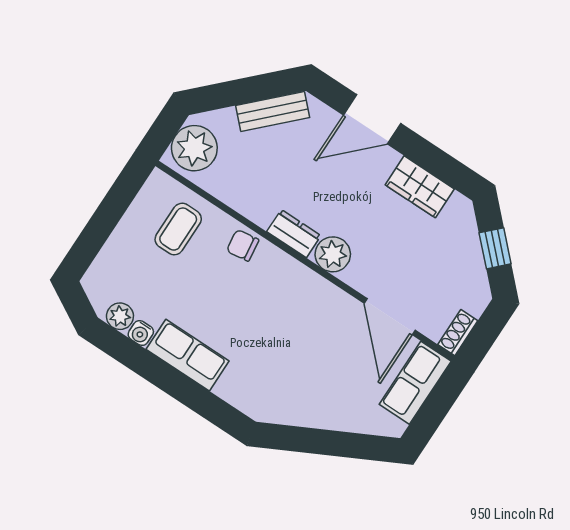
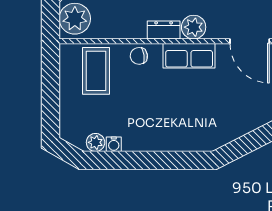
coffee table: (178, 229) -> (96, 71), width x1.36, depth x1.30
row of seats: (188, 355) -> (189, 56), moved, turned 180

